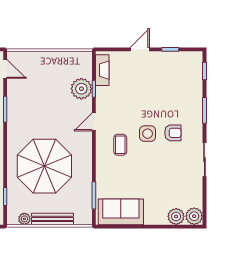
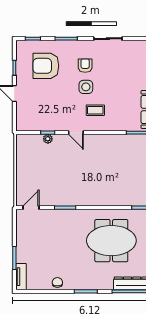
fireplace: (102, 70) -> (32, 125), removed
armchair: (172, 86) -> (46, 66), added
plant: (81, 89) -> (48, 139), width x0.53, depth x0.53
parasol: (44, 166) -> (113, 174), removed

